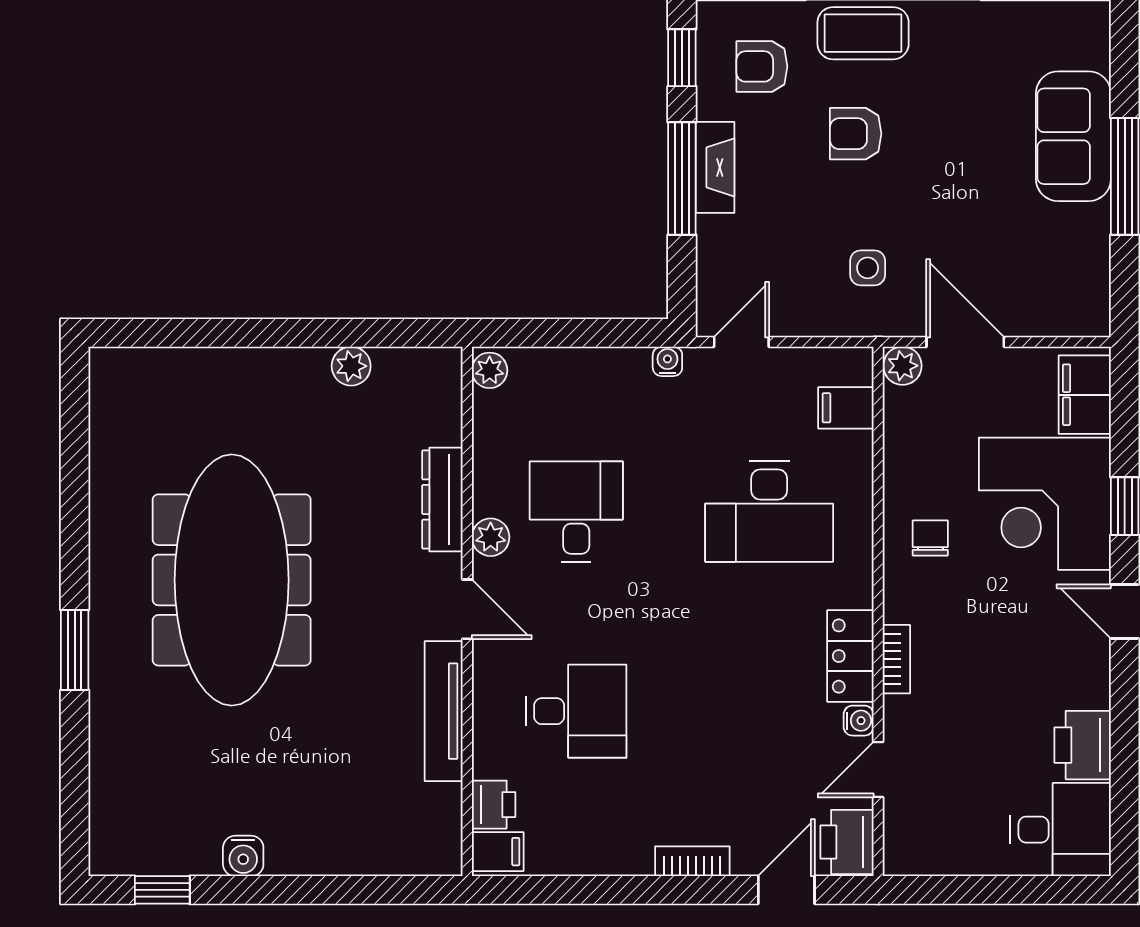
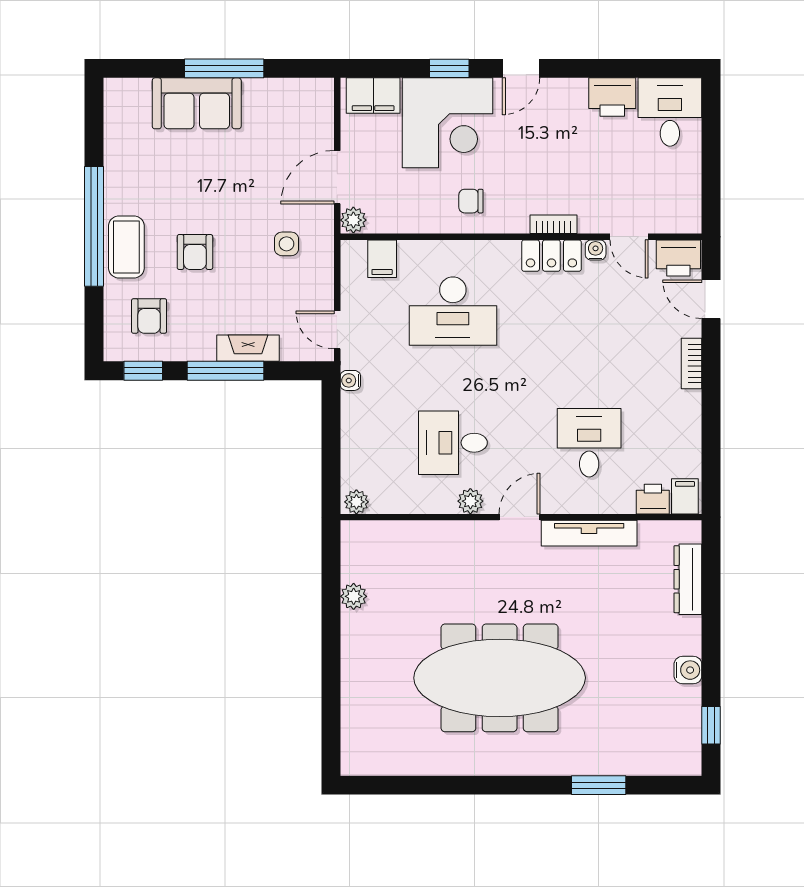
fireplace: (715, 167) -> (248, 348), moved
dresser: (442, 499) -> (688, 579), moved, turned 90
desk: (769, 512) -> (453, 311), turned 90
window: (75, 650) -> (599, 785), moved

